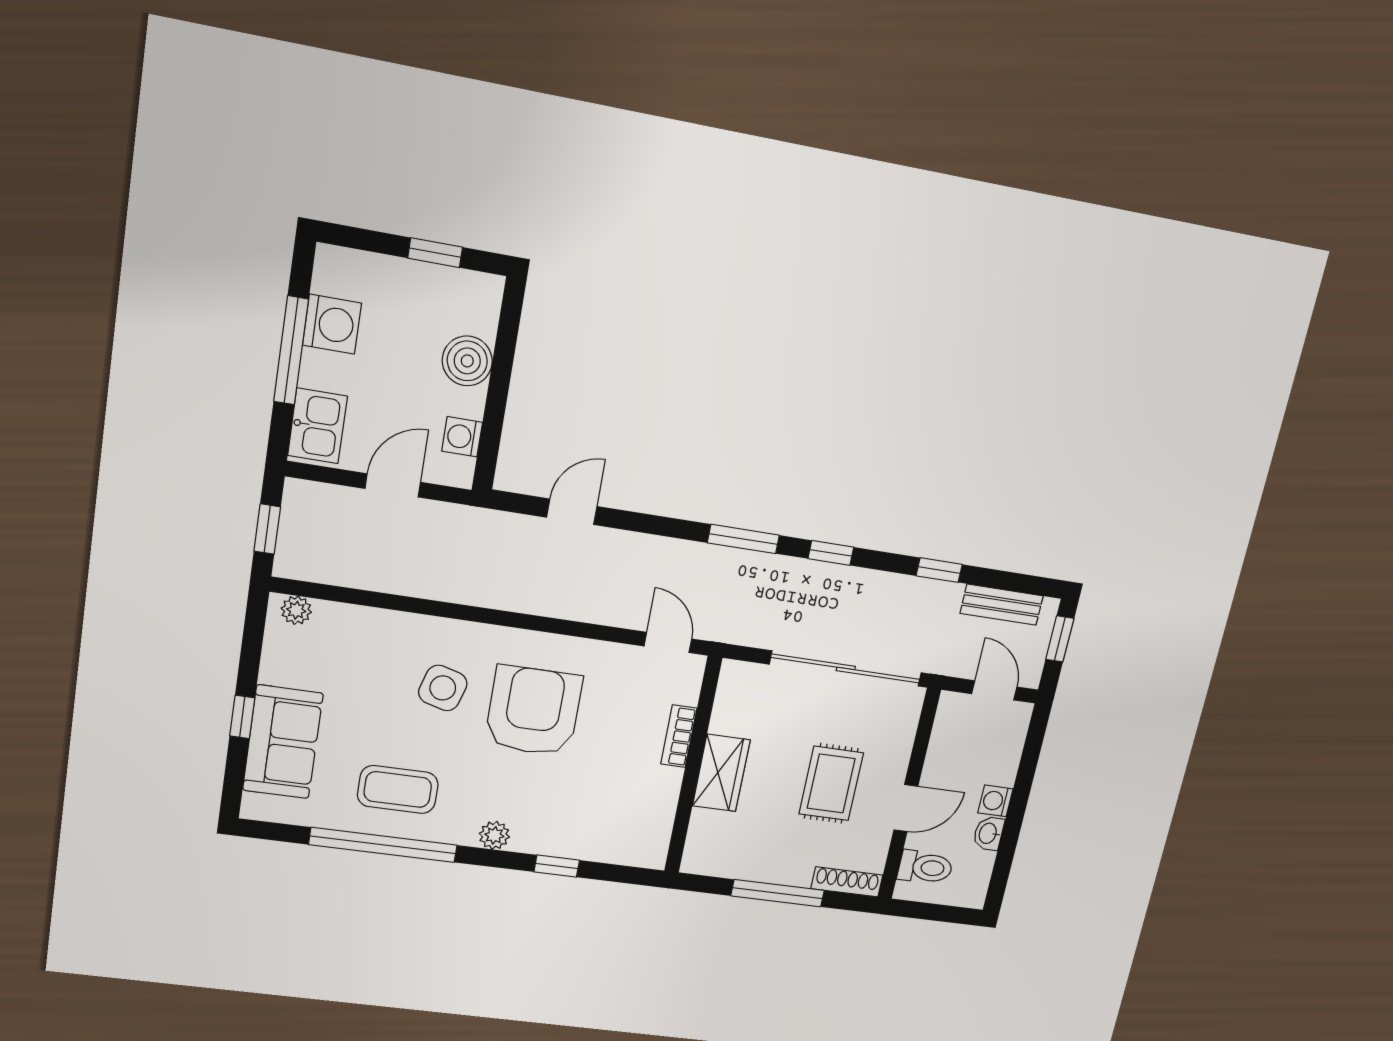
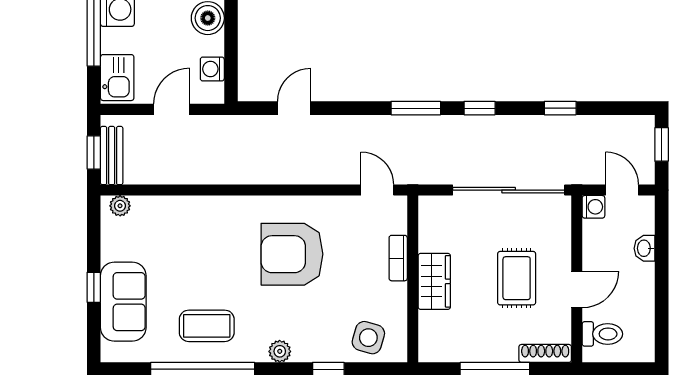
bench: (1002, 605) -> (112, 156), moved, turned 90
side table: (443, 688) -> (368, 338), moved
armchair: (533, 711) -> (292, 254), turned -90
washing machine: (995, 801) -> (593, 207), moved, turned 180
washbasin: (988, 833) -> (644, 248), moved

